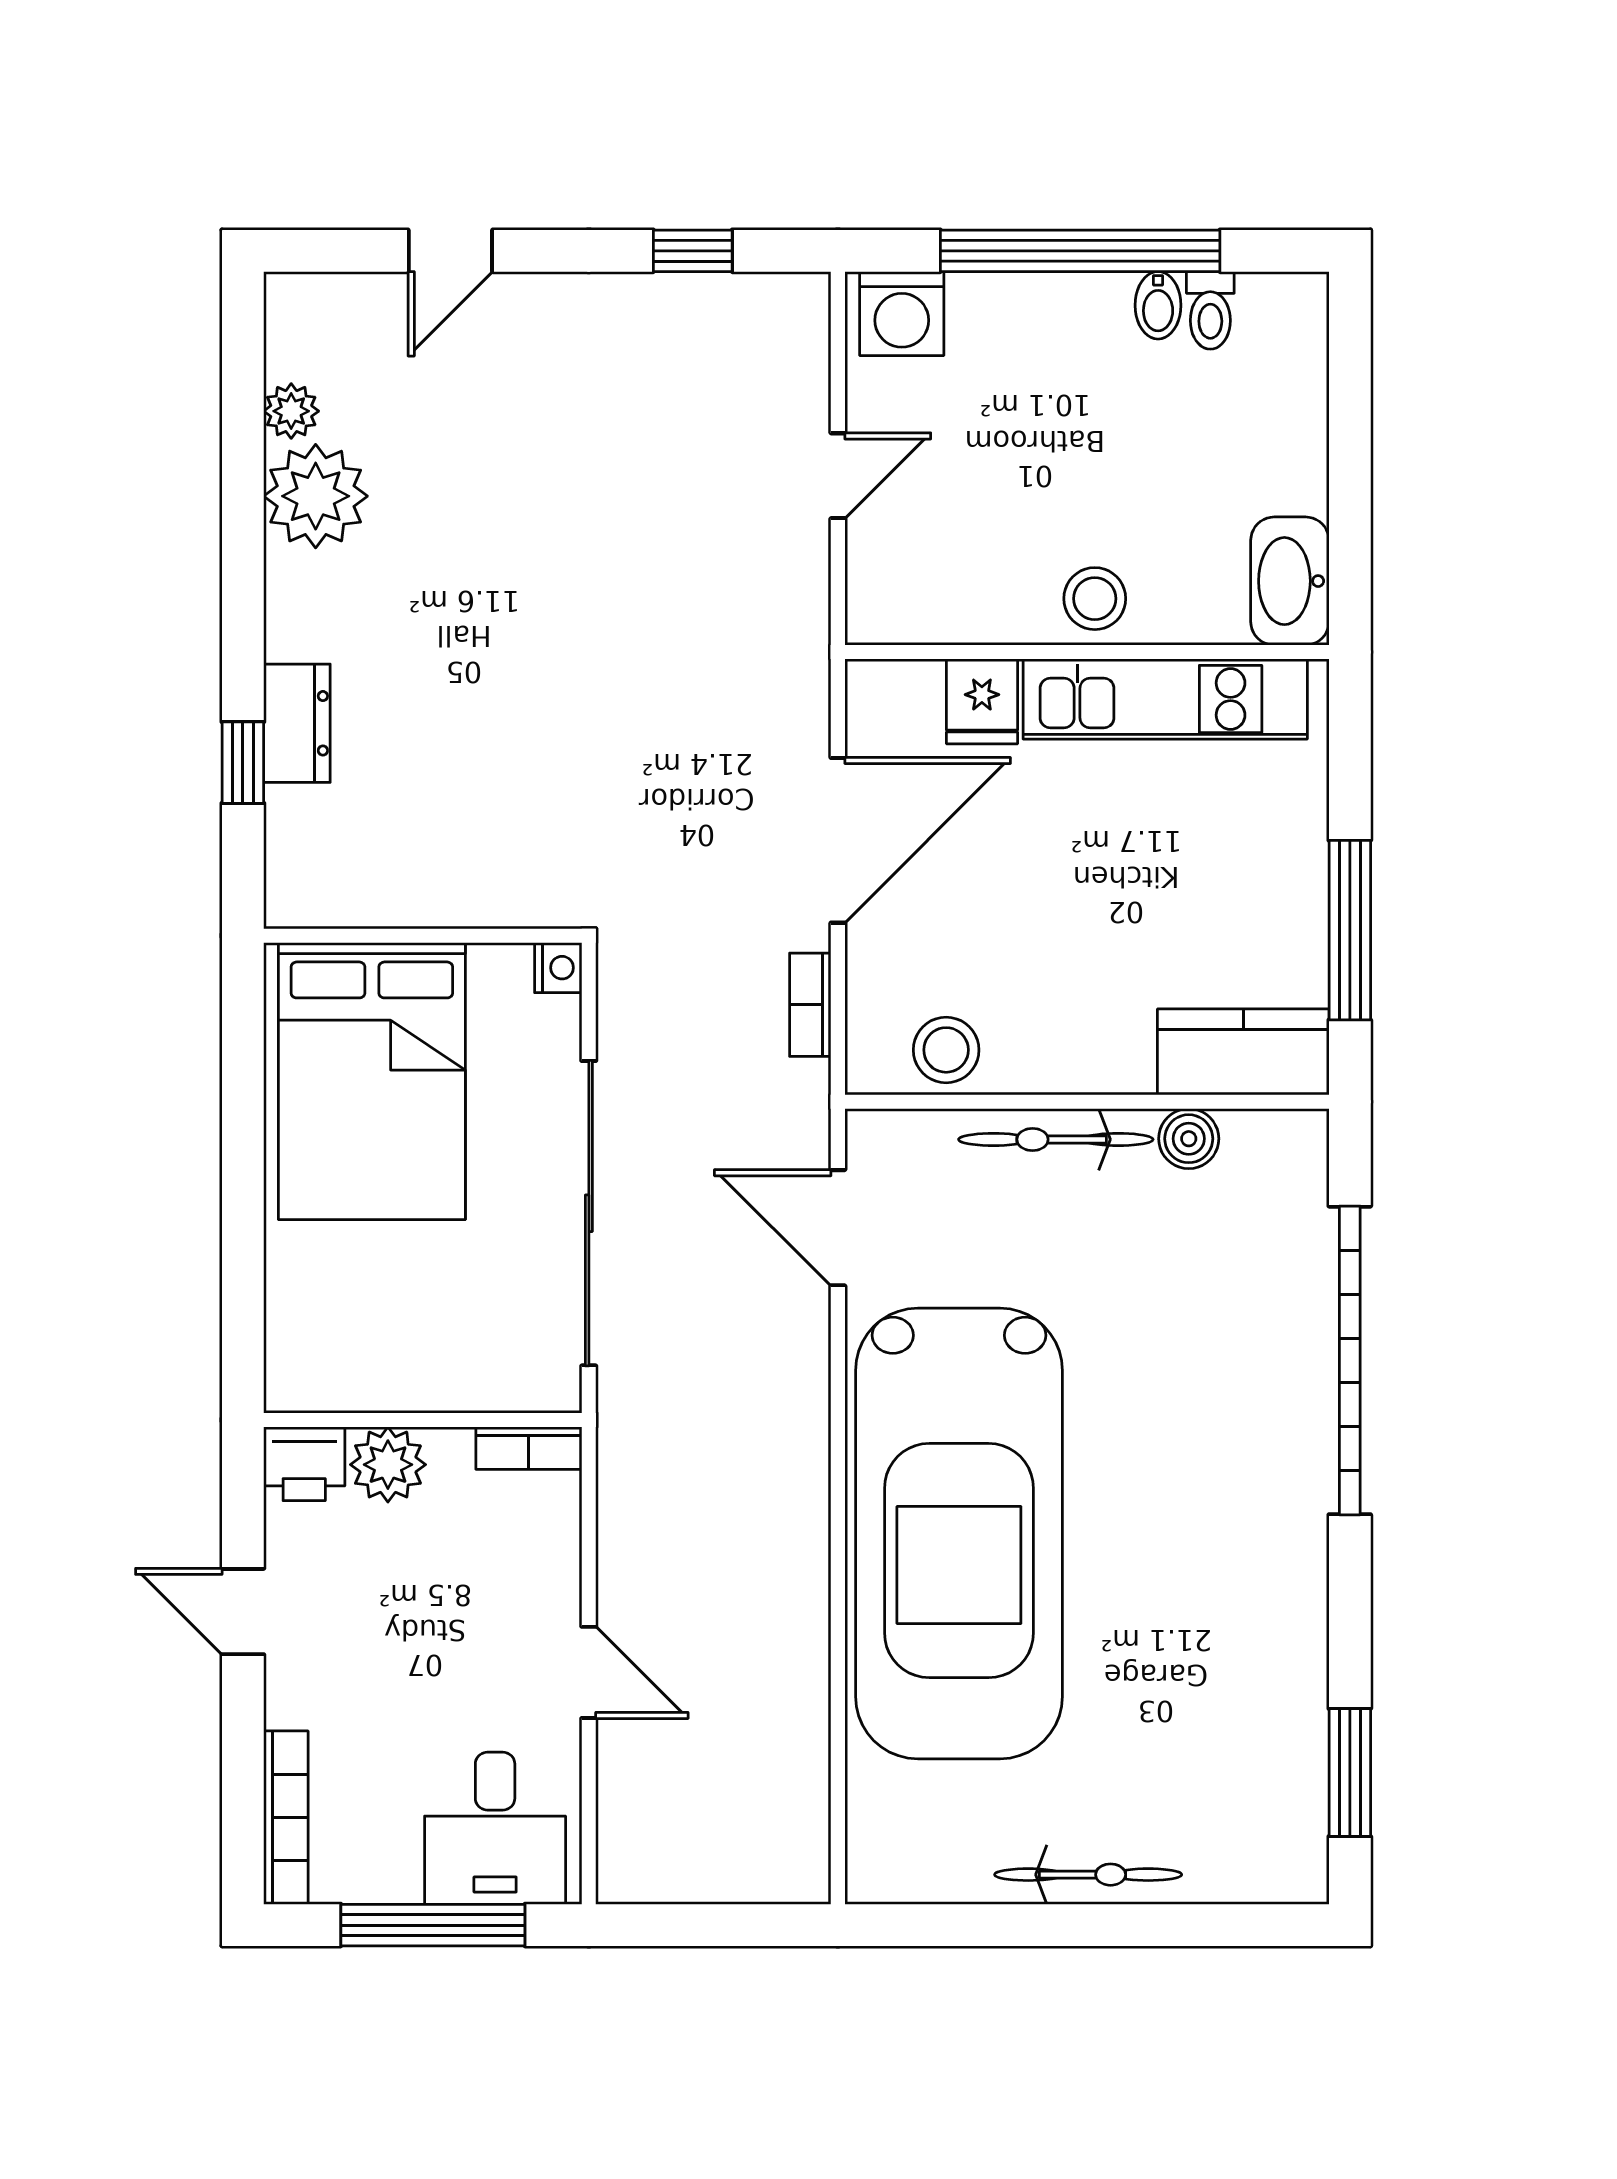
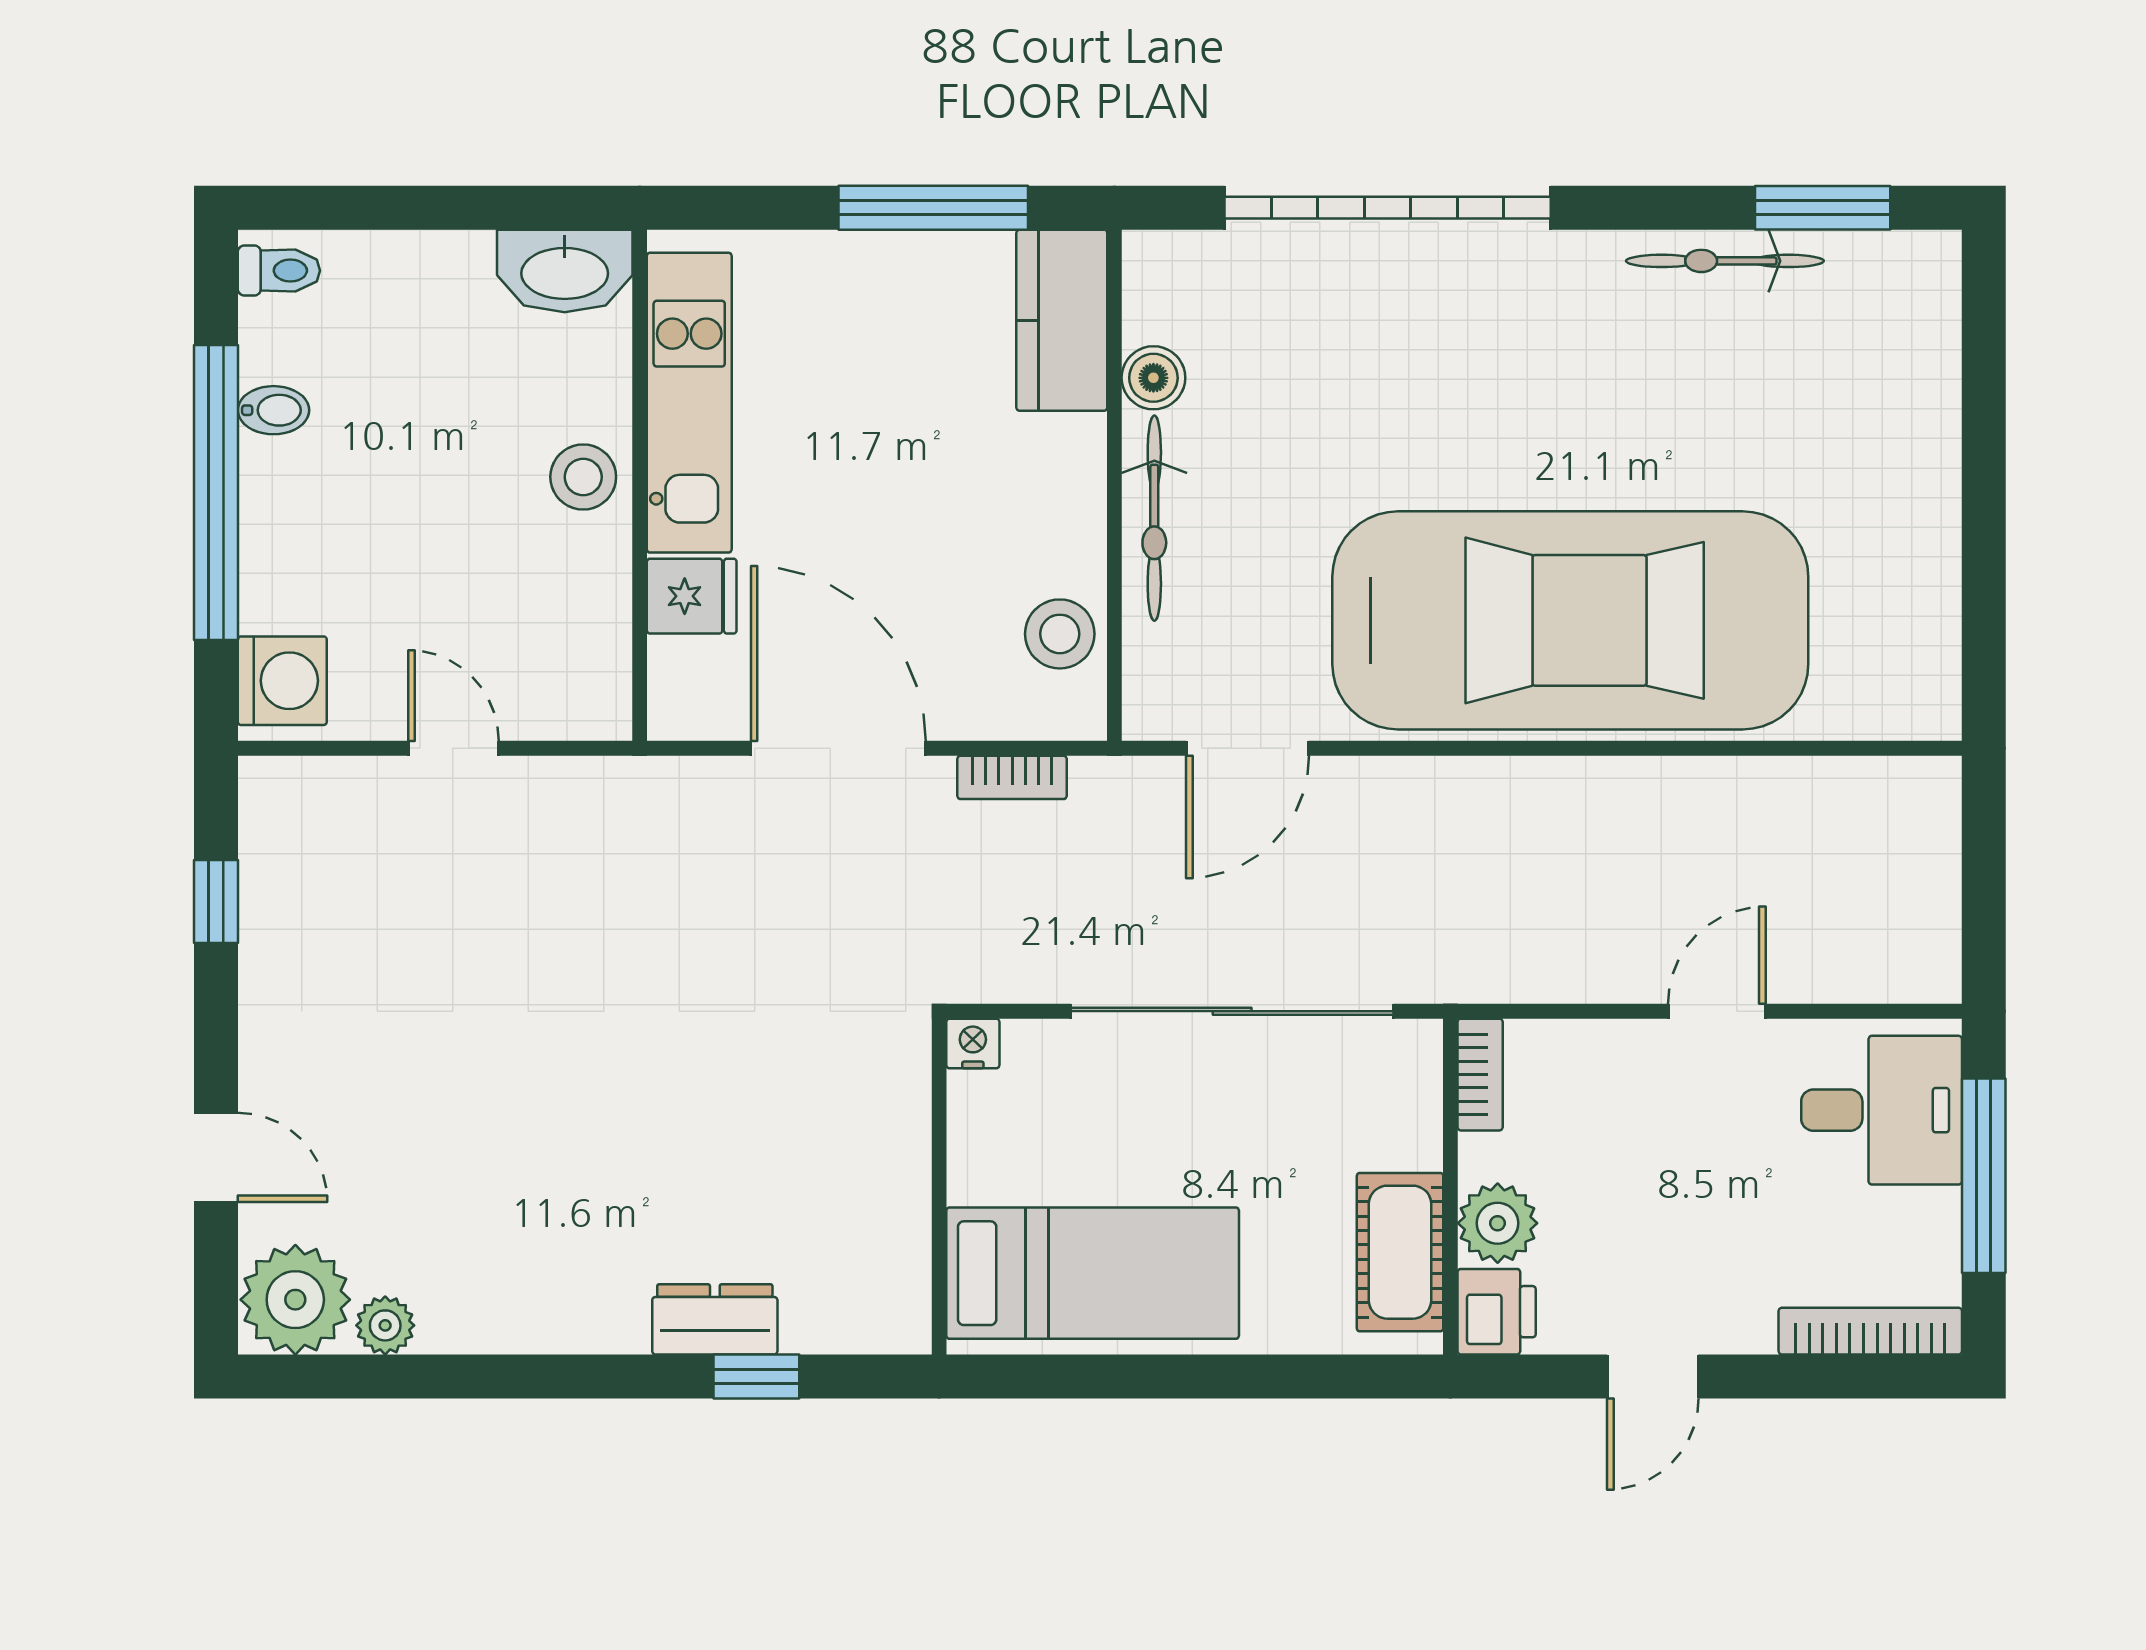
toilet: (1210, 310) -> (279, 271), moved
plant: (316, 496) -> (295, 1300), moved
bed: (372, 1081) -> (1093, 1273), width x0.67
cot: (361, 1372) -> (1400, 1252), added
bicycle: (1088, 1875) -> (1725, 261), moved, turned -90

